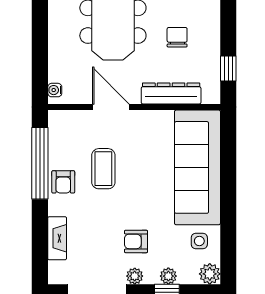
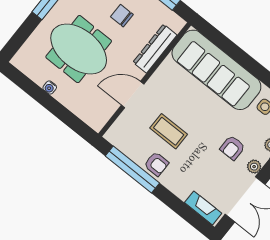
water cooler: (55, 90) -> (50, 88), moved
fireplace: (57, 238) -> (203, 208), moved

